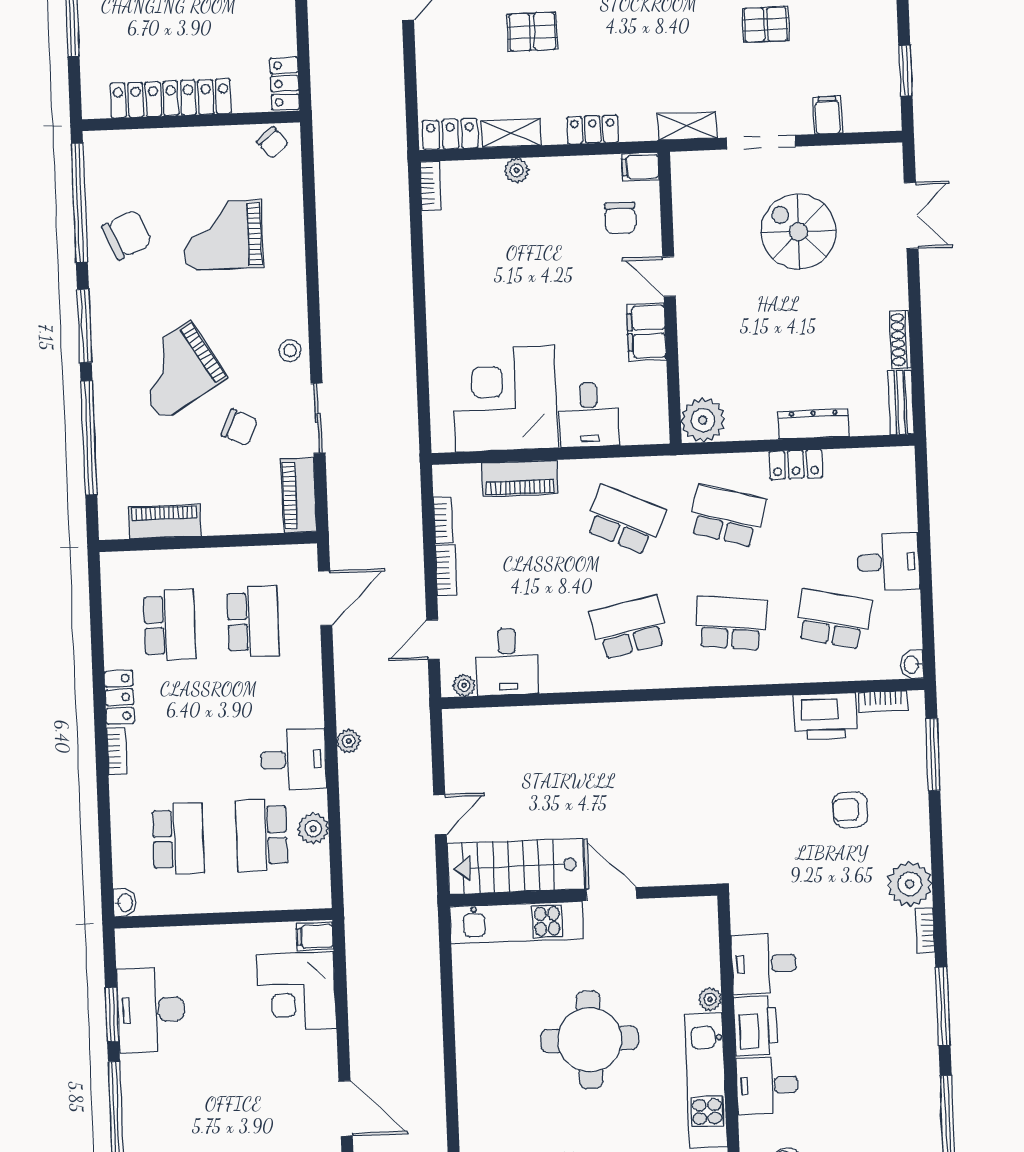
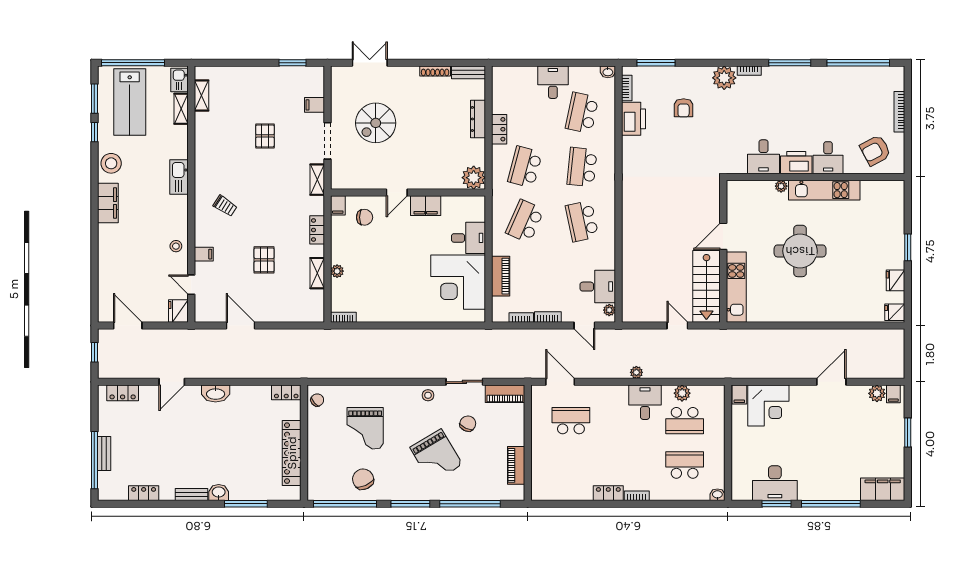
locker: (450, 134) -> (317, 306), removed
school desk: (170, 625) -> (571, 465), removed

